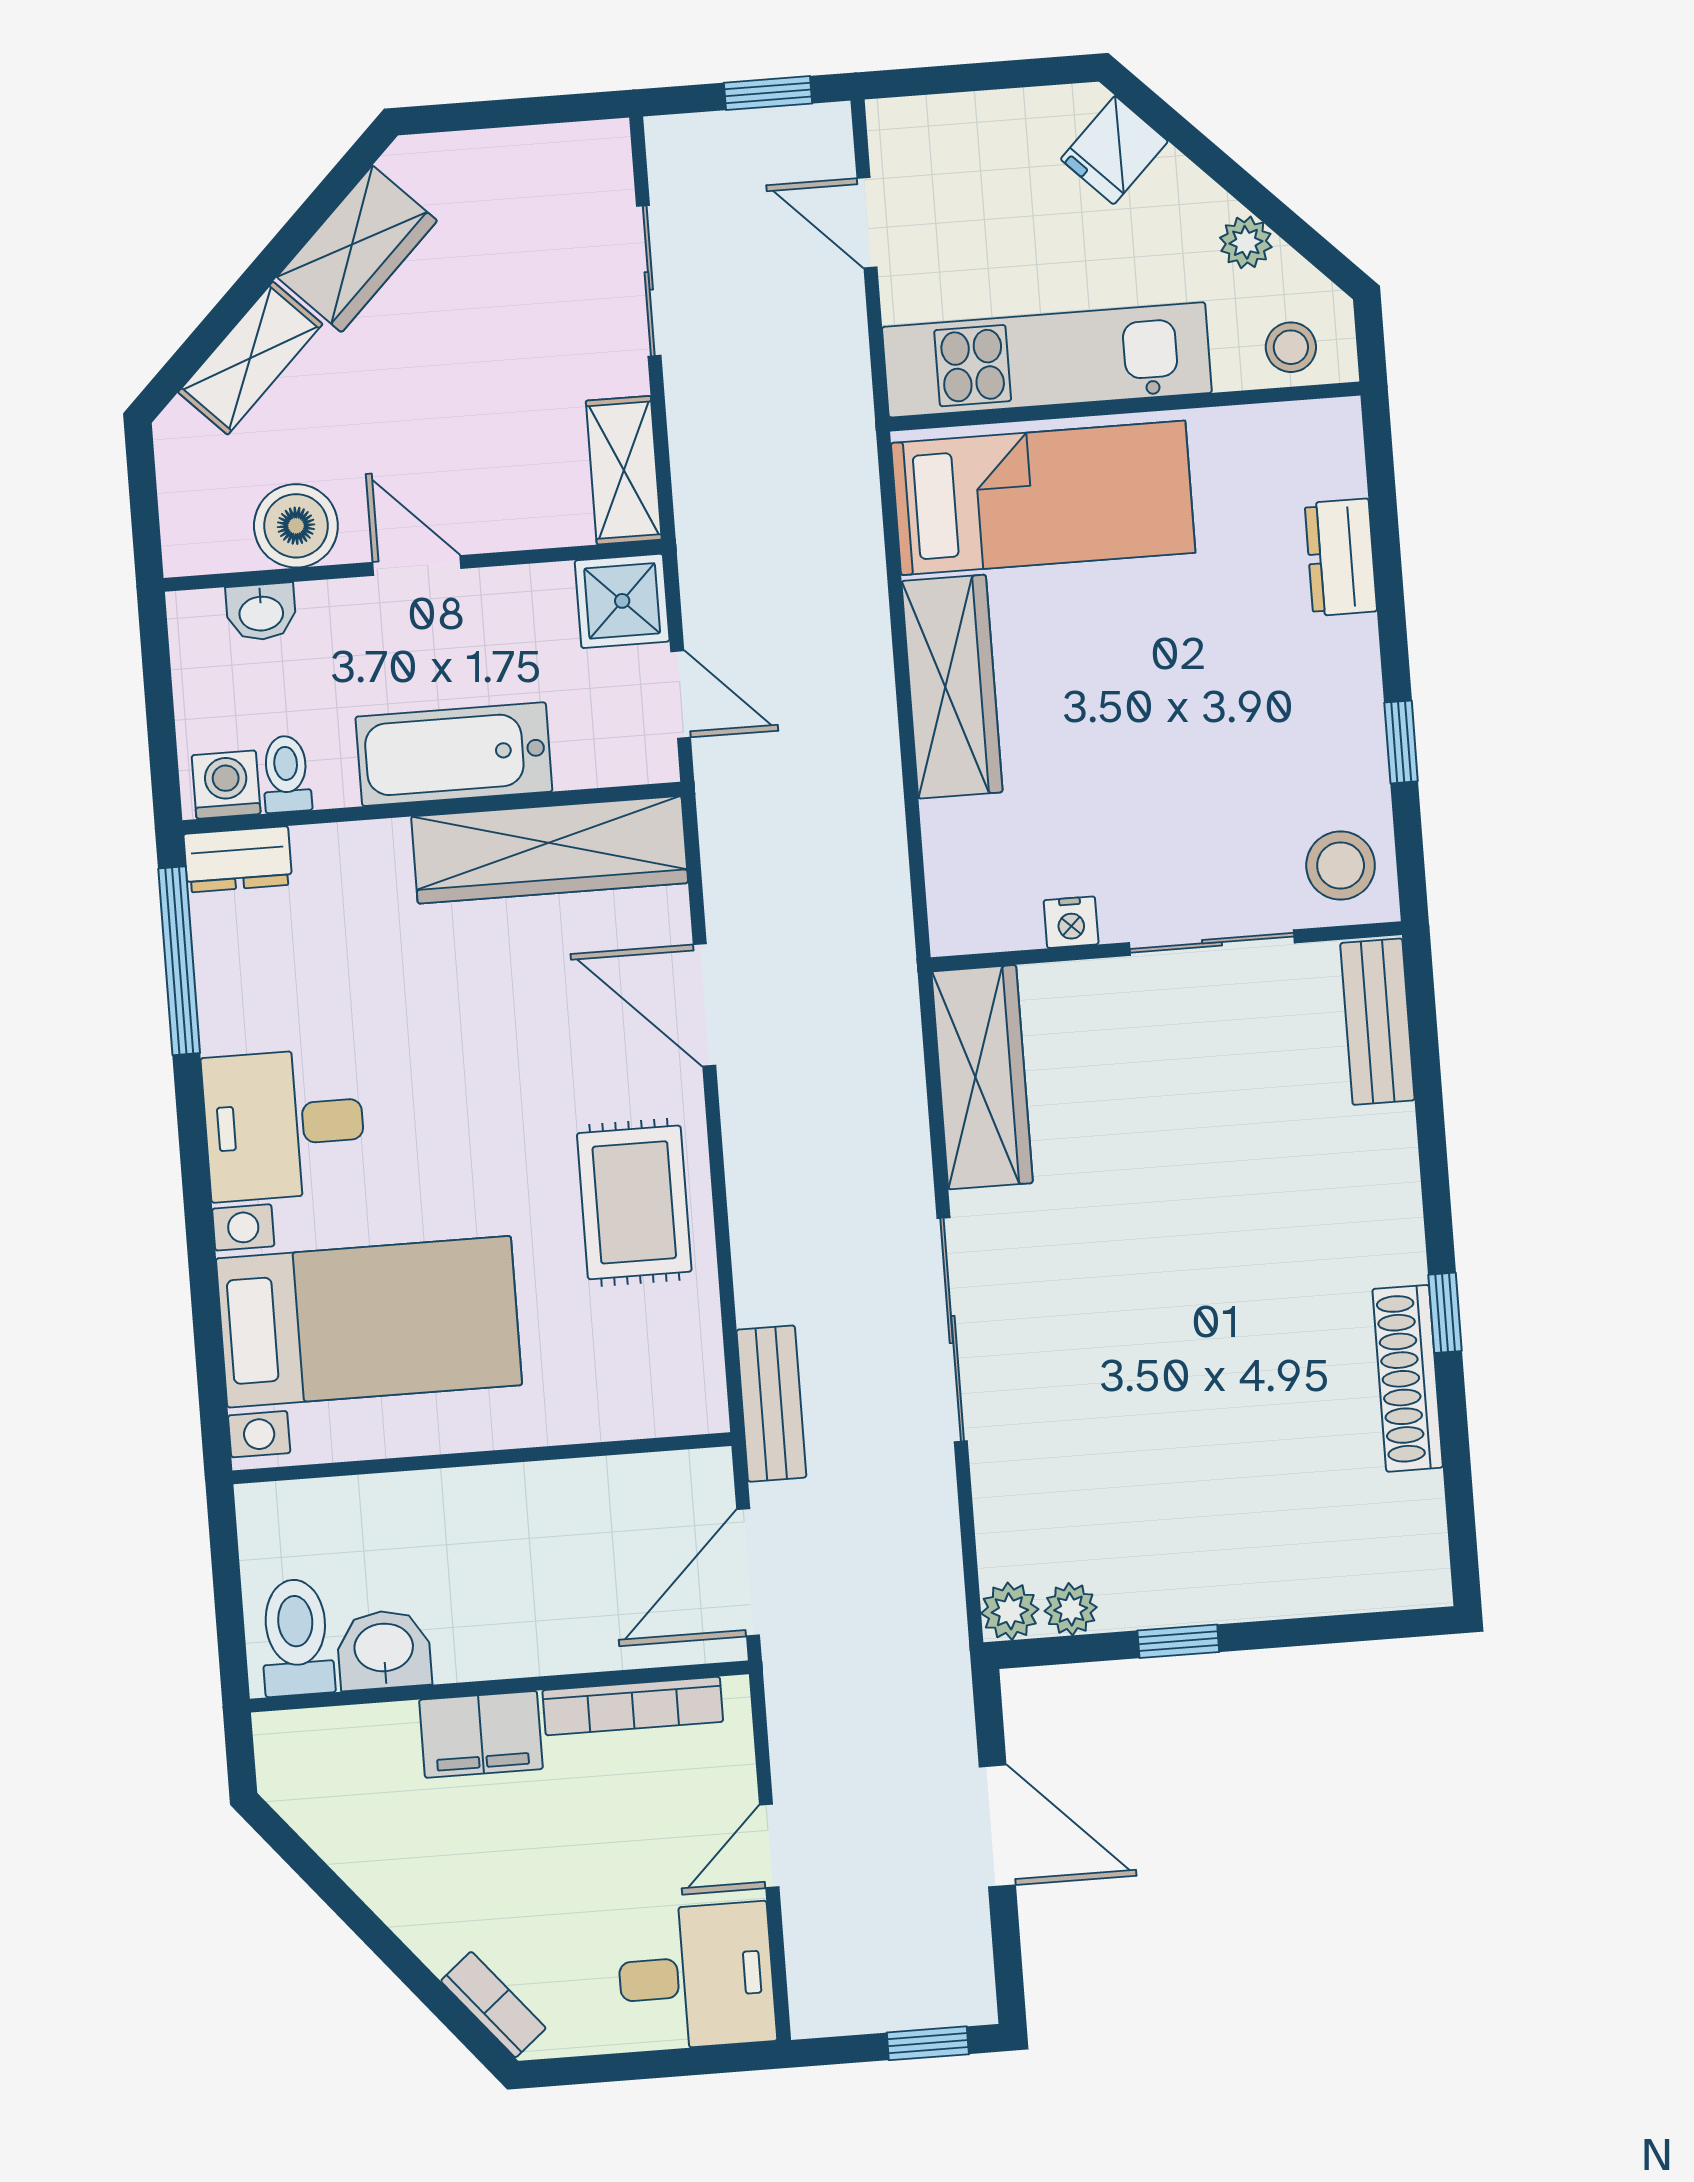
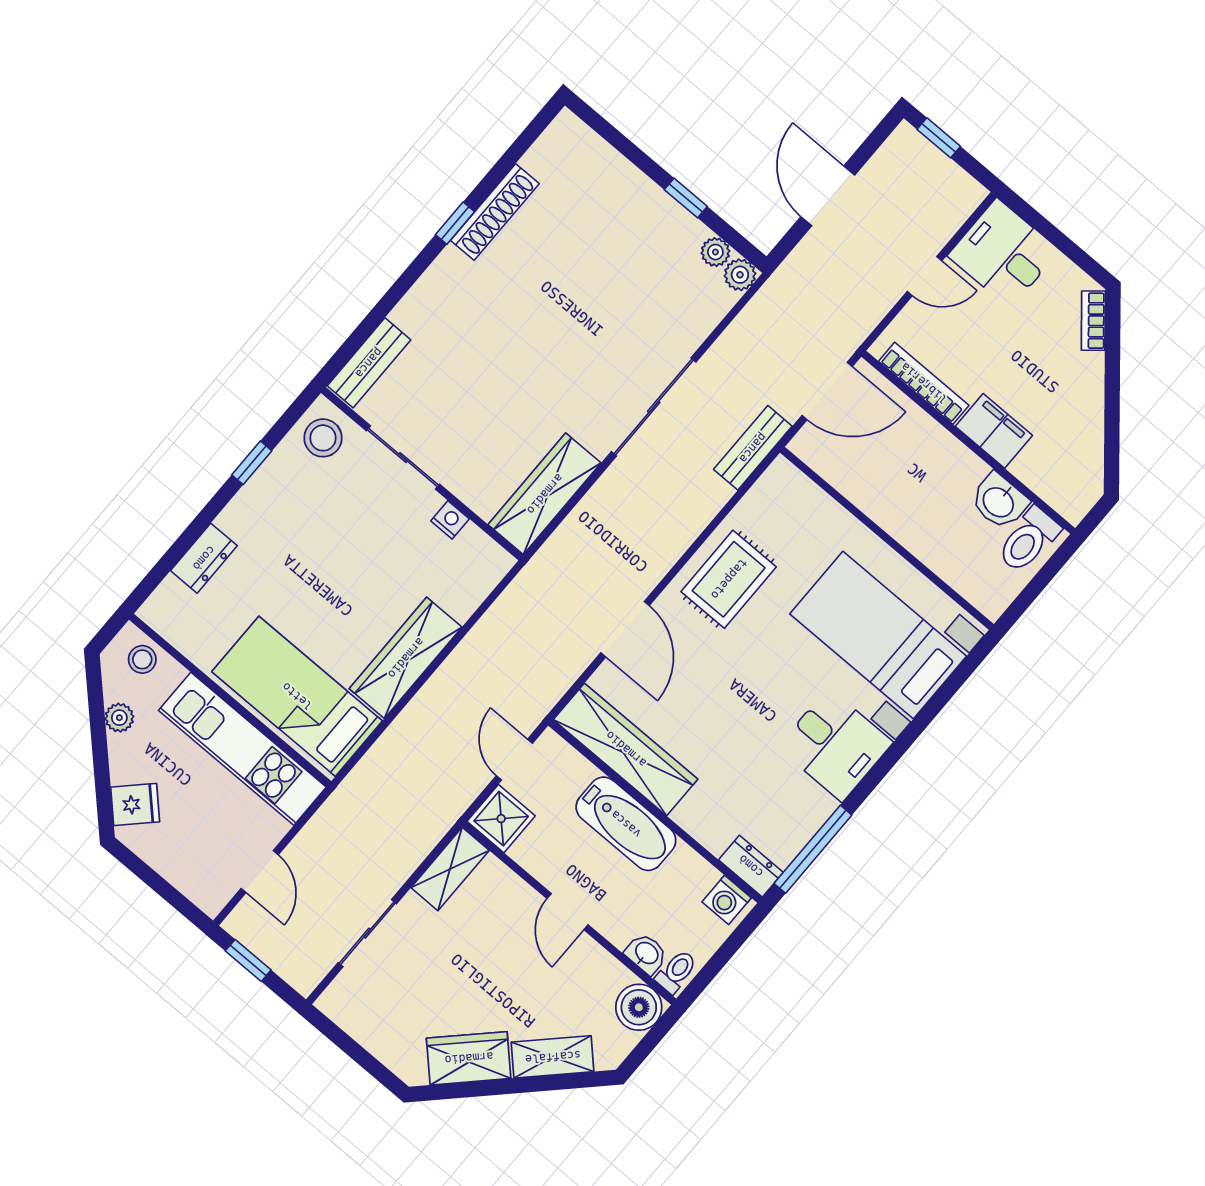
boiler: (296, 526) -> (639, 1007), moved
toilet: (286, 774) -> (676, 972), moved, turned 180

